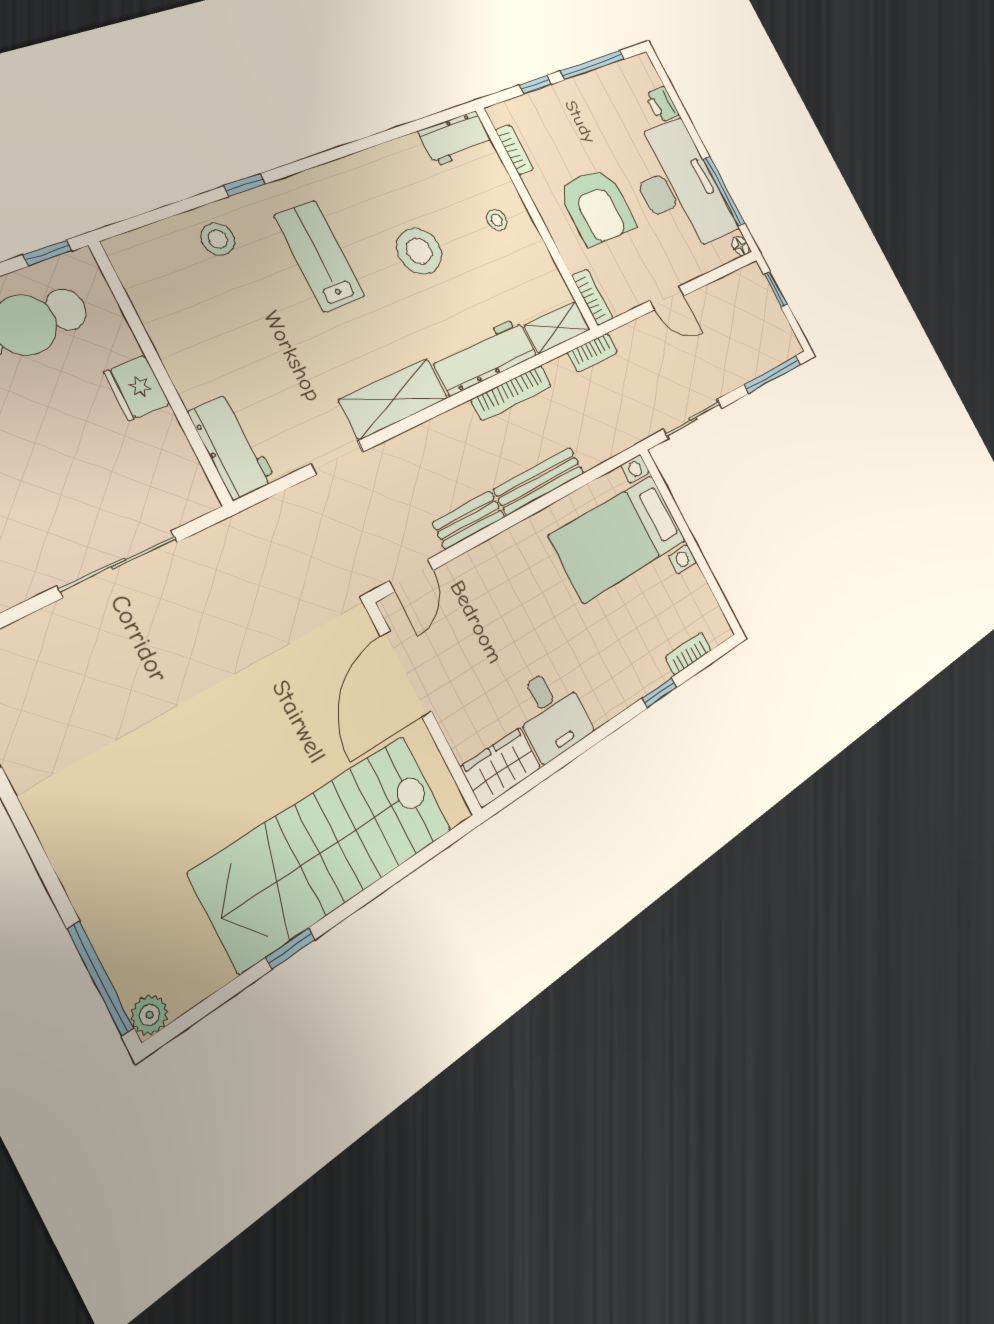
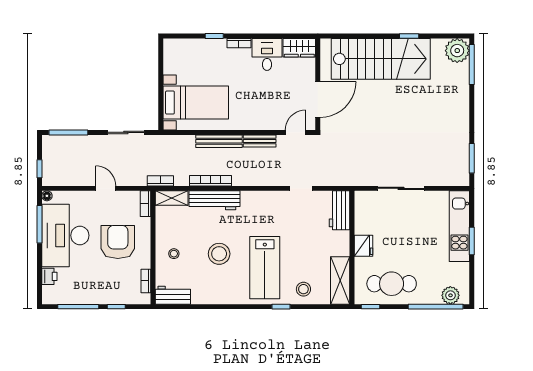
lab bench: (319, 256) -> (265, 268), width x1.36, depth x1.39
shelving: (394, 399) -> (340, 280), moved, turned 90
bookcase: (688, 653) -> (239, 43), moved
plant: (149, 1015) -> (457, 51), width x1.88, depth x1.88

